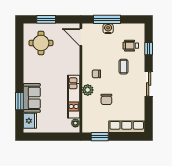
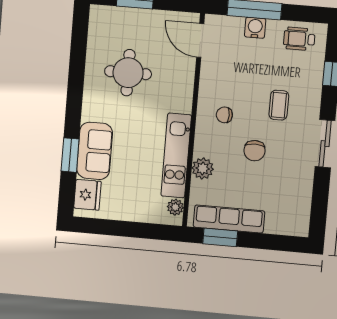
round table: (41, 43) -> (128, 73), moved
wheelchair: (131, 46) -> (299, 39), moved
plant: (88, 90) -> (203, 168), moved
chair: (106, 99) -> (255, 151), moved
row of seats: (127, 127) -> (229, 219), moved

